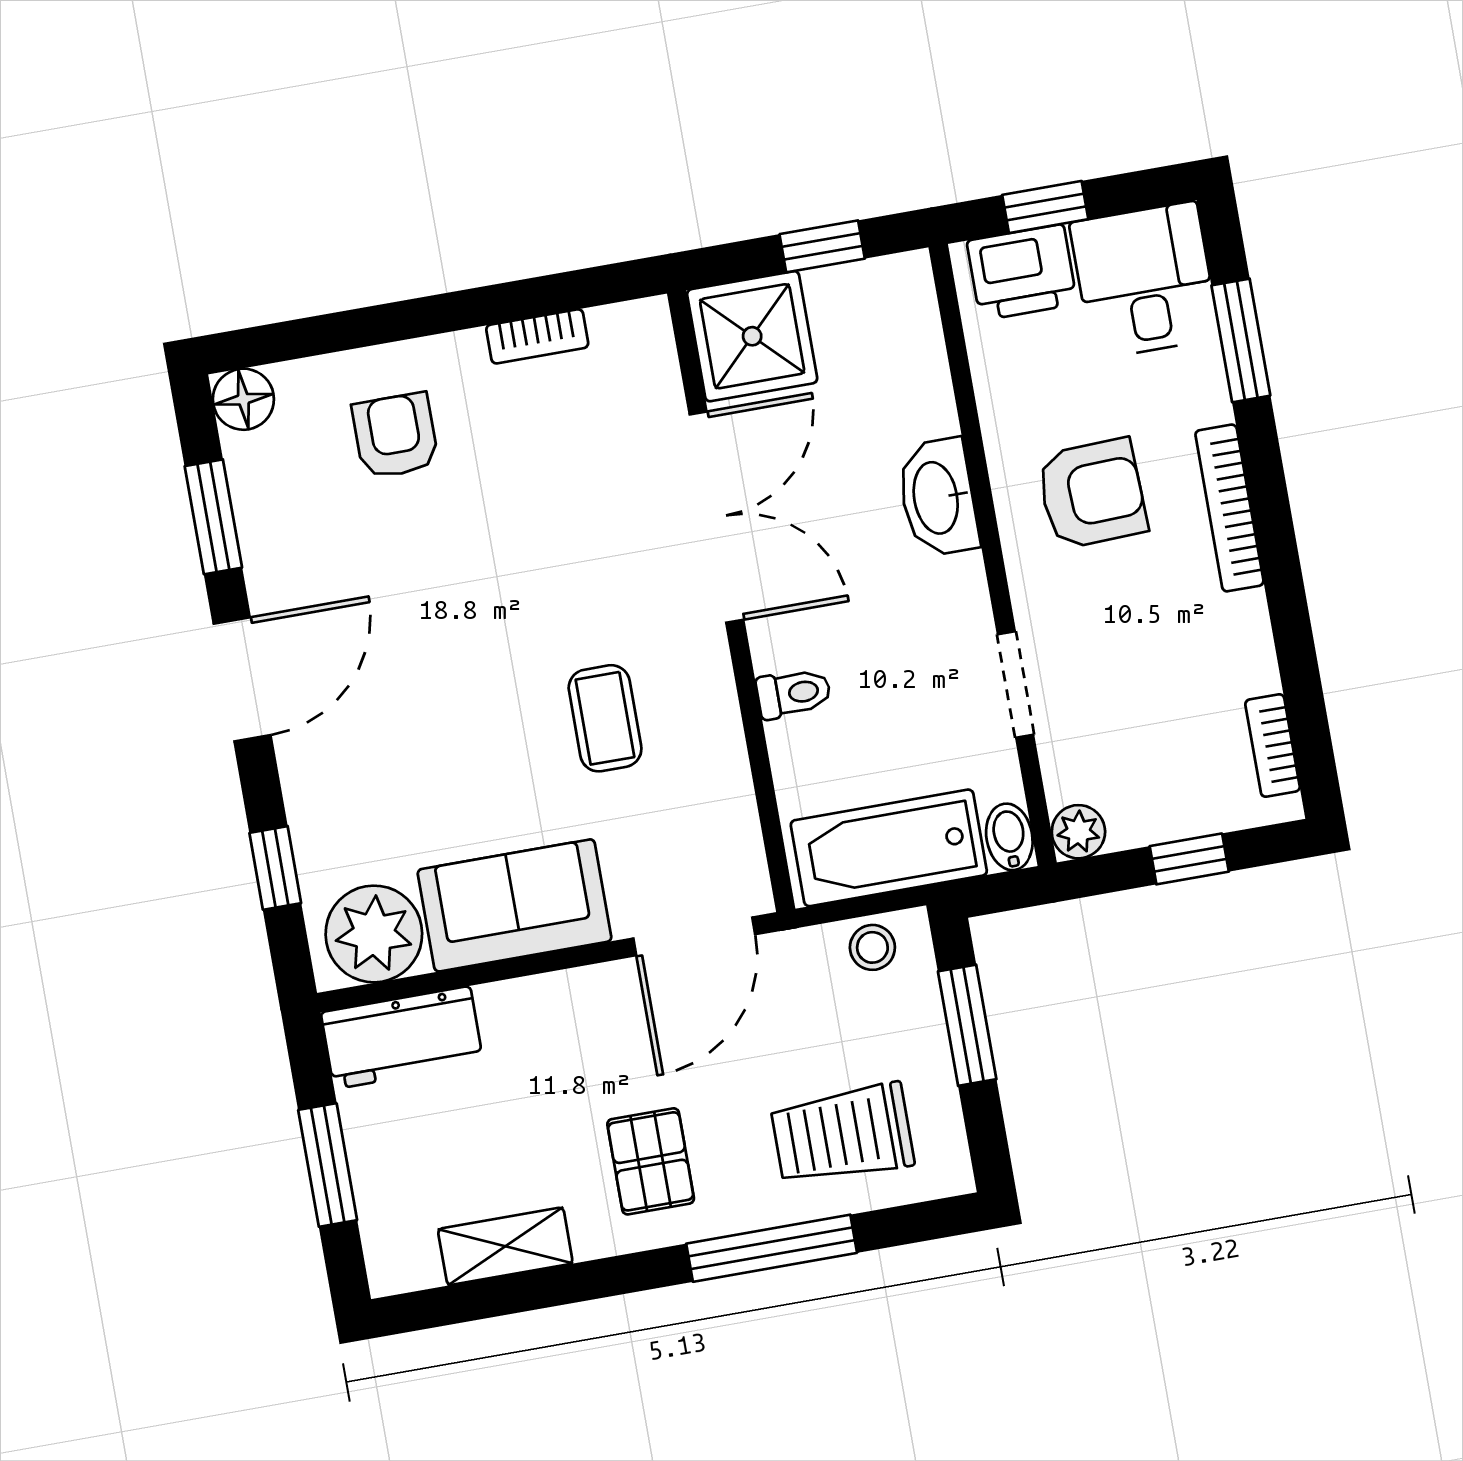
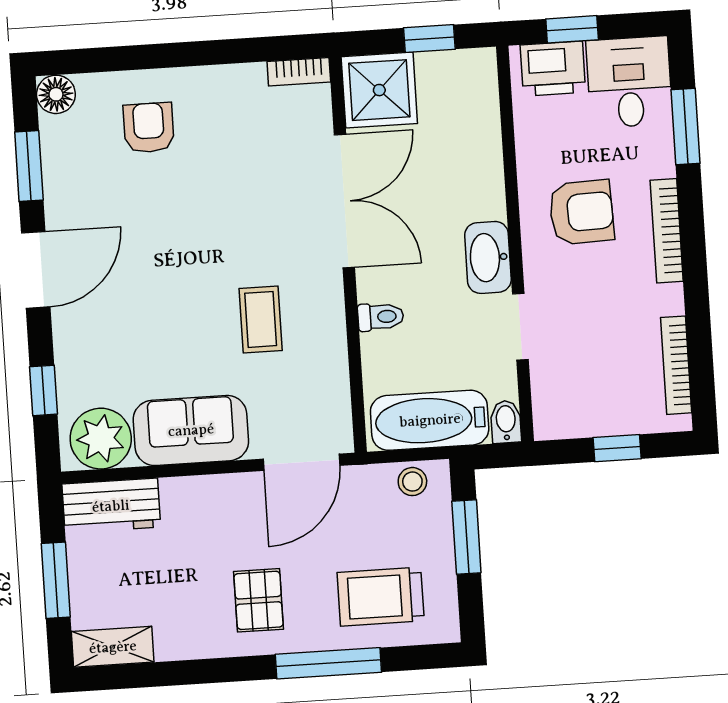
bookcase: (537, 336) -> (299, 72), moved
washbasin: (938, 498) -> (488, 257), moved
bookcase: (1273, 746) -> (676, 365), width x1.56
plant: (1078, 832) -> (550, 423), removed
shelving: (505, 1246) -> (113, 647), moved

